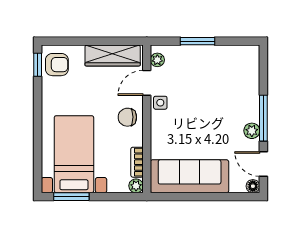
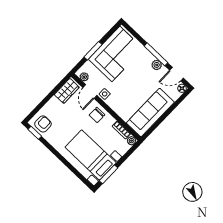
wardrobe: (113, 55) -> (67, 91), width x0.67
corner sofa: (219, 71) -> (116, 54), added

